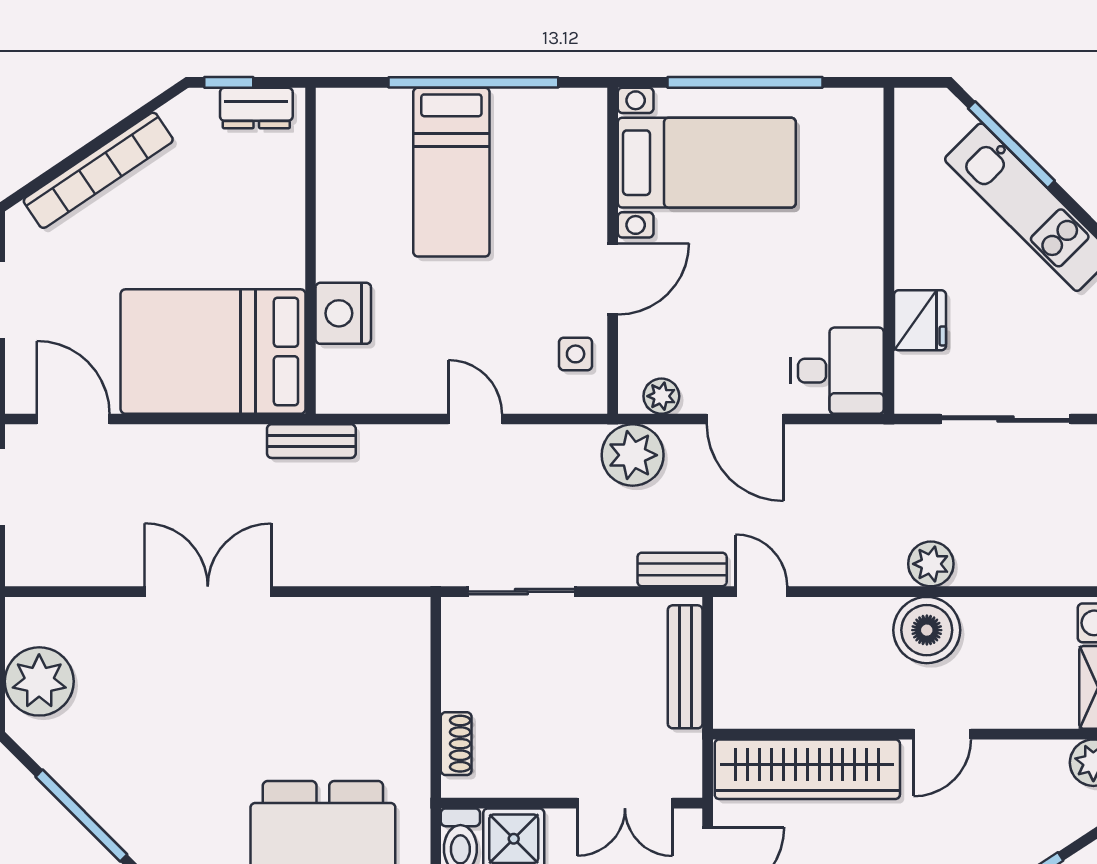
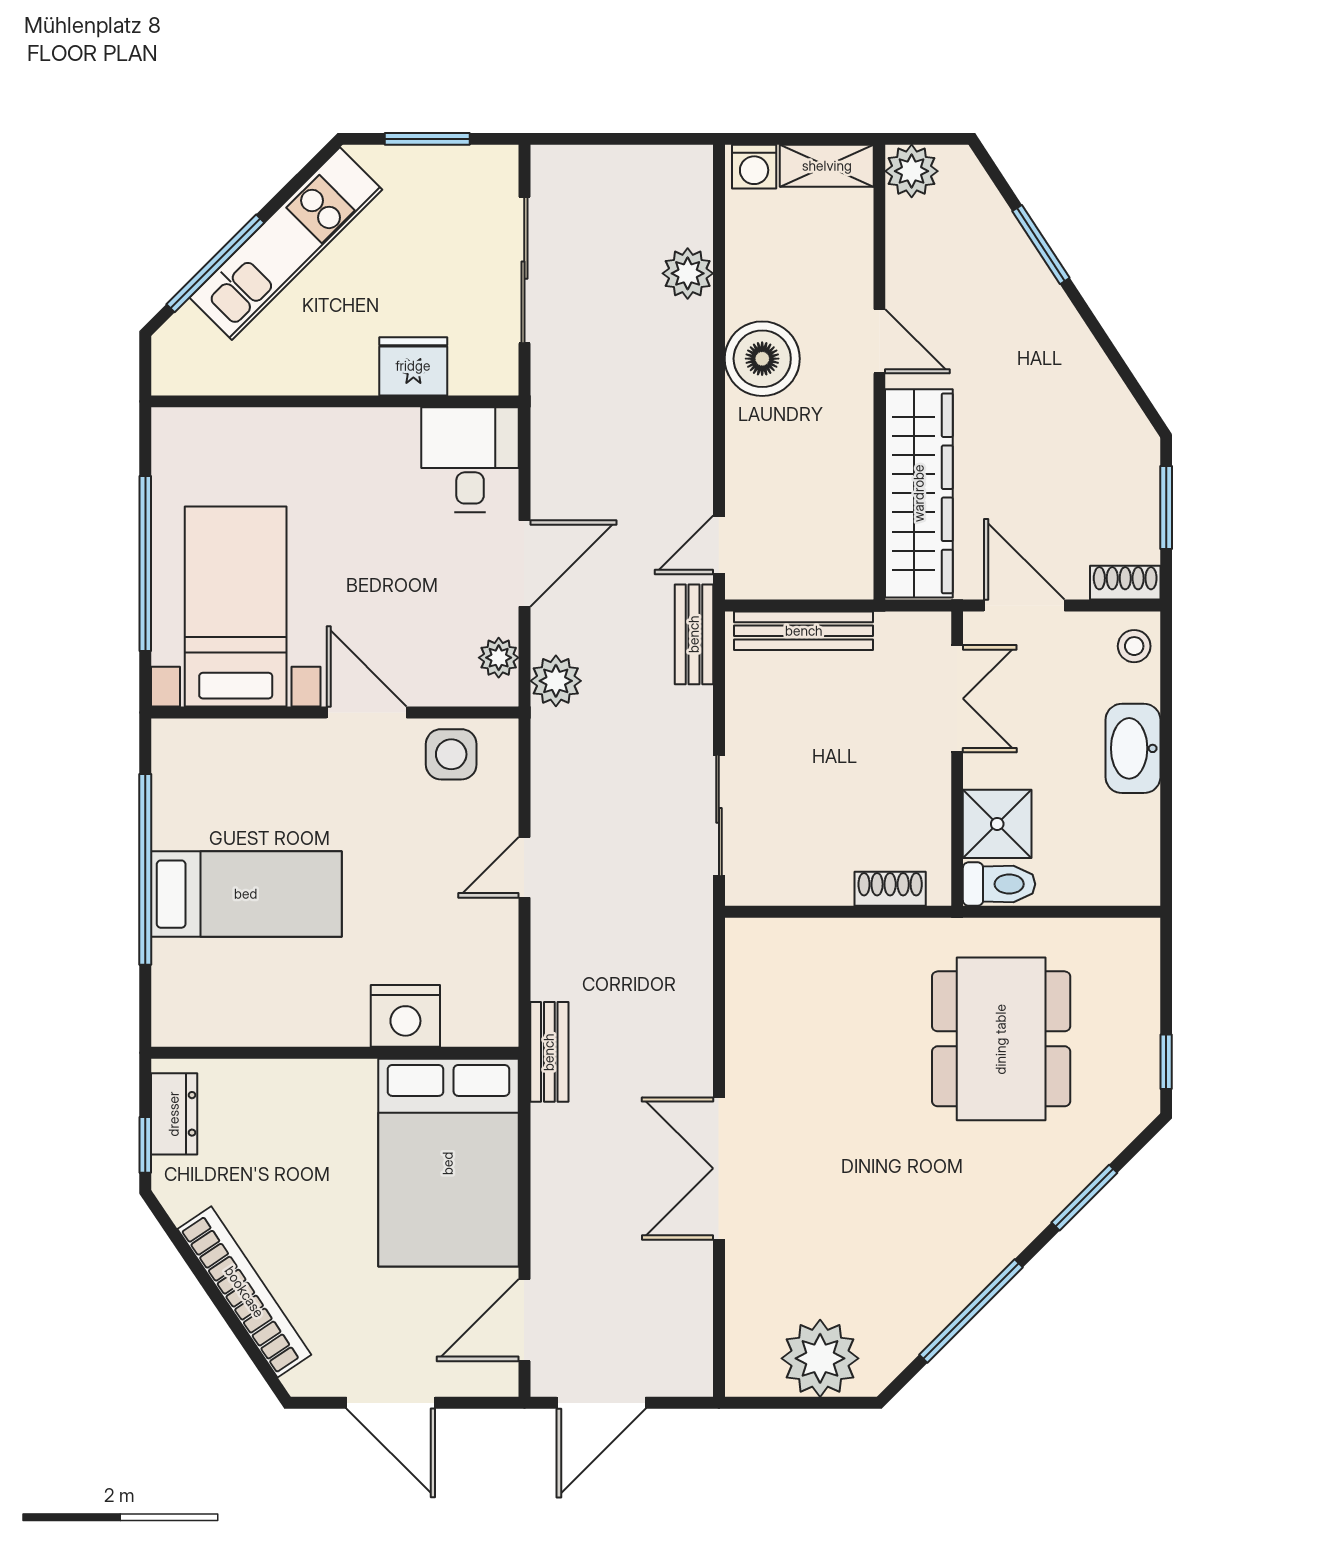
side table: (576, 354) -> (451, 754), width x1.37, depth x1.37
plant: (633, 455) -> (556, 681), width x0.73, depth x0.73
plant: (931, 564) -> (688, 273), moved

